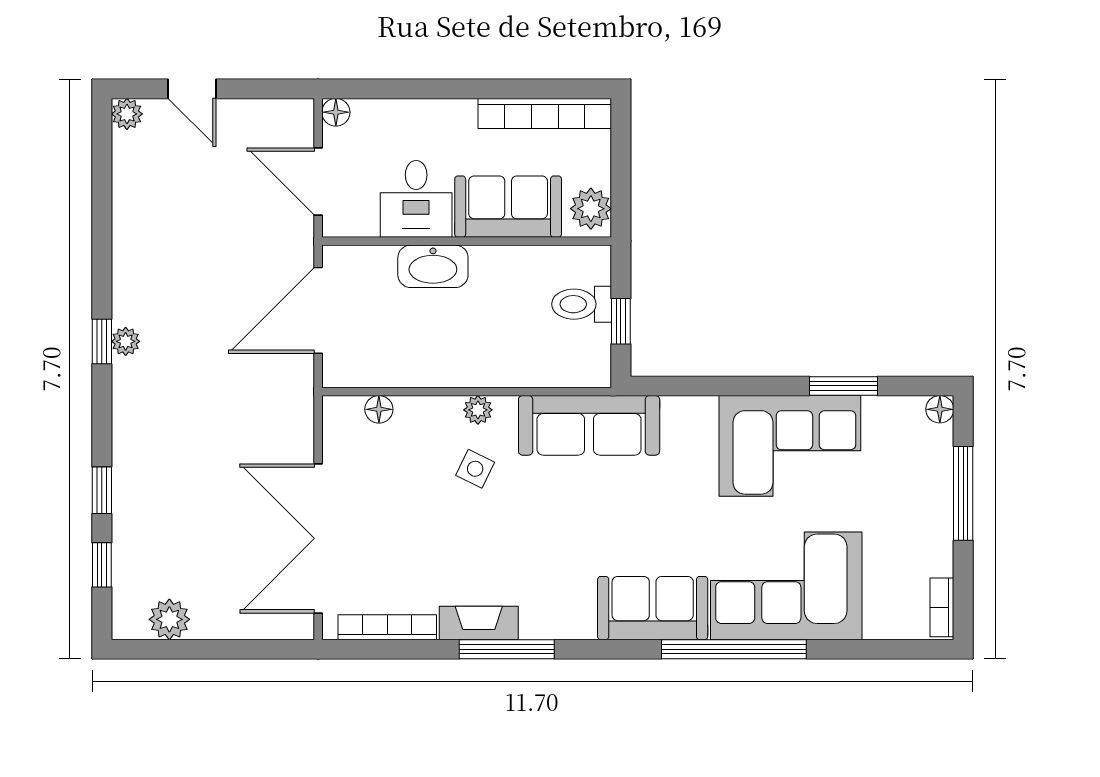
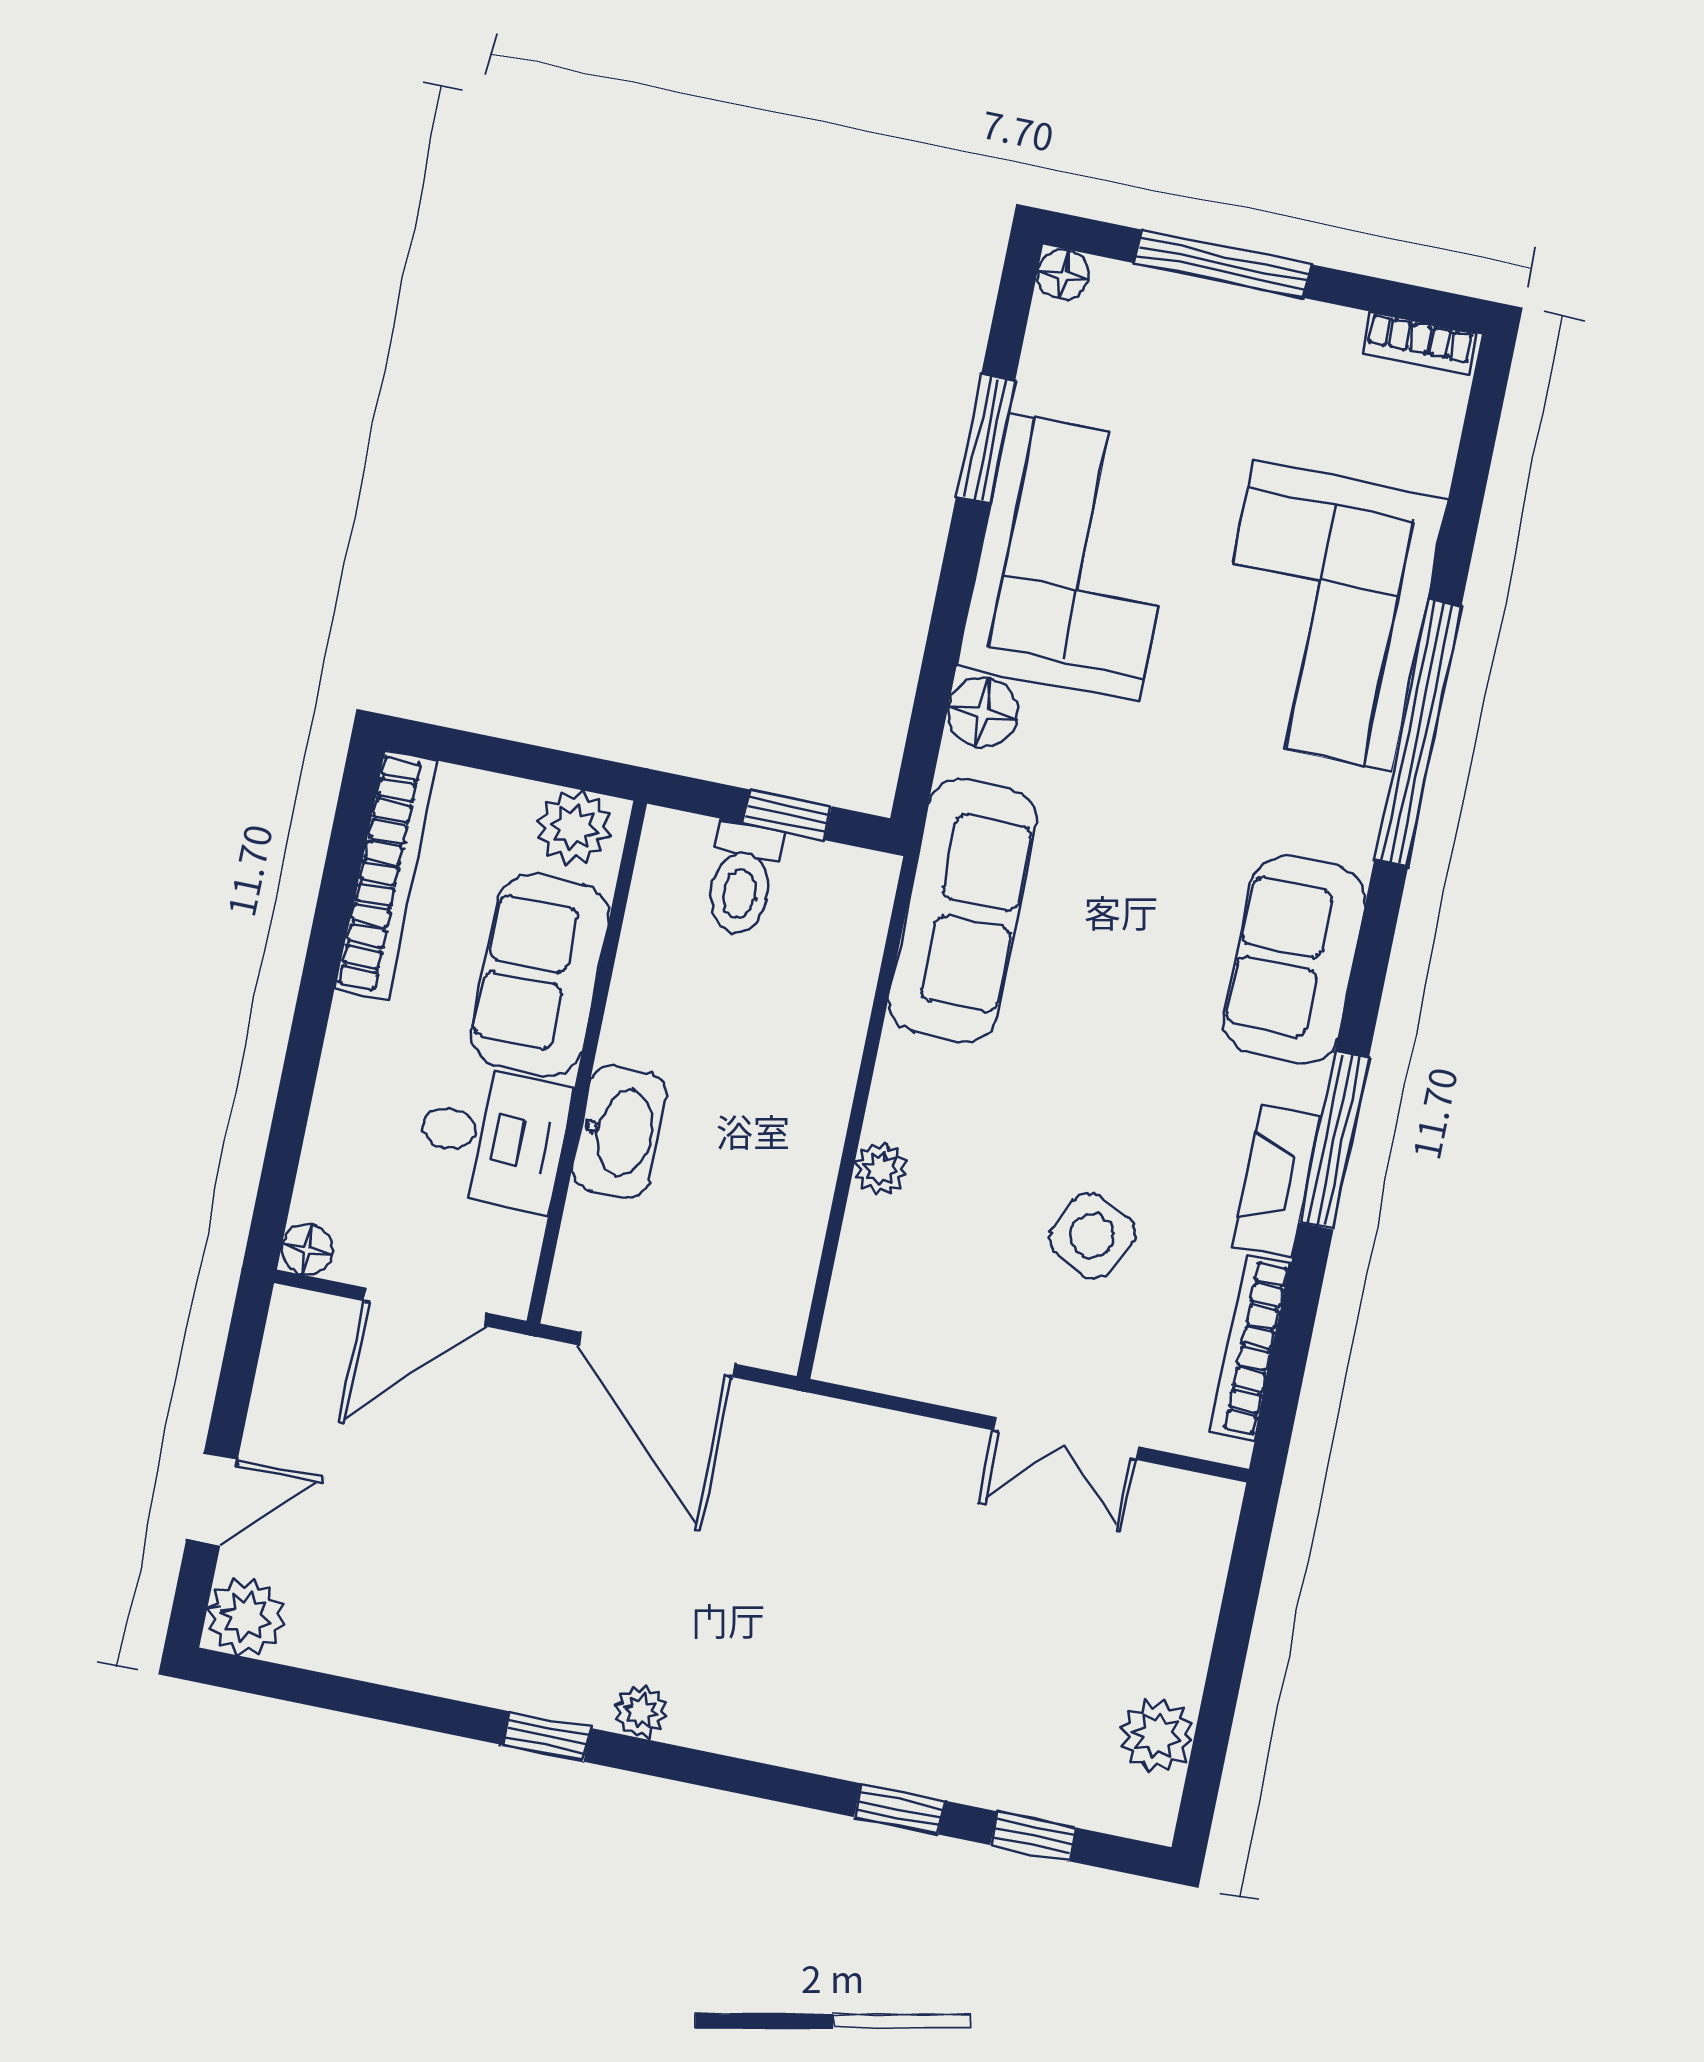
plant: (127, 114) -> (246, 1617), width x1.38, depth x1.38
window: (102, 342) -> (547, 1737), moved
floor lamp: (379, 409) -> (983, 712), moved, width x1.37, depth x1.37
plant: (478, 410) -> (881, 1168), moved
side table: (475, 469) -> (1092, 1236), moved, width x1.37, depth x1.37
double door: (318, 538) -> (1066, 1438), width x0.54
sofa: (653, 608) -> (1294, 960), moved

